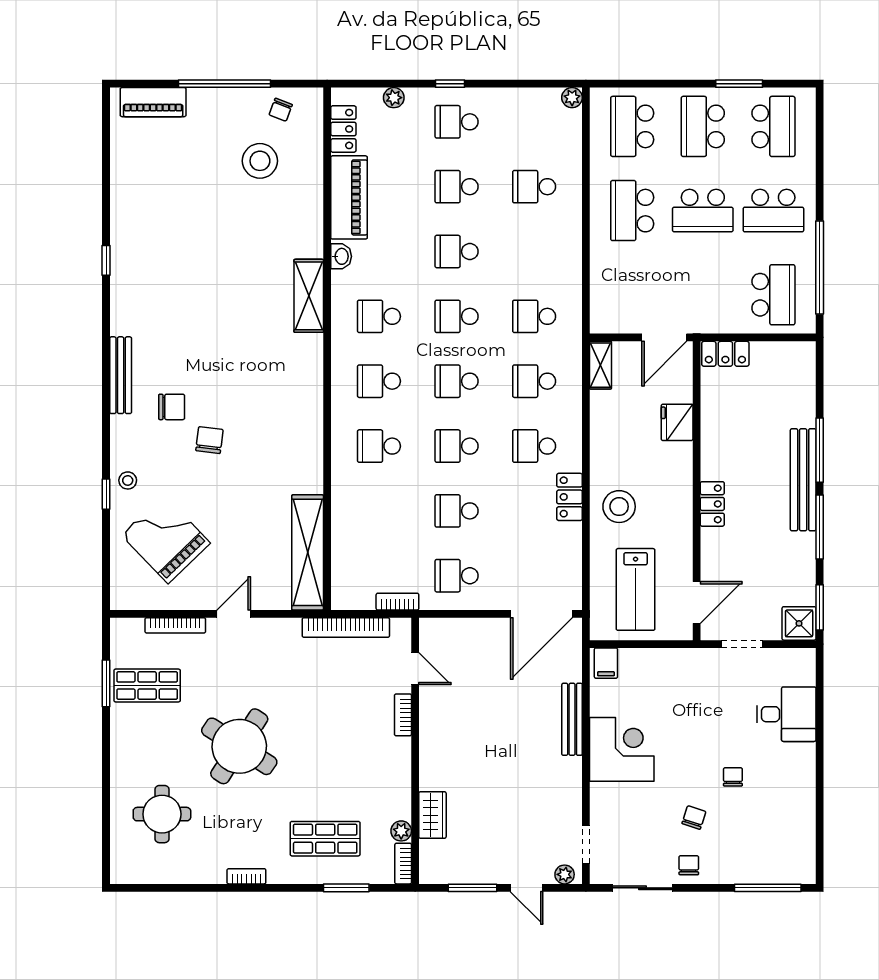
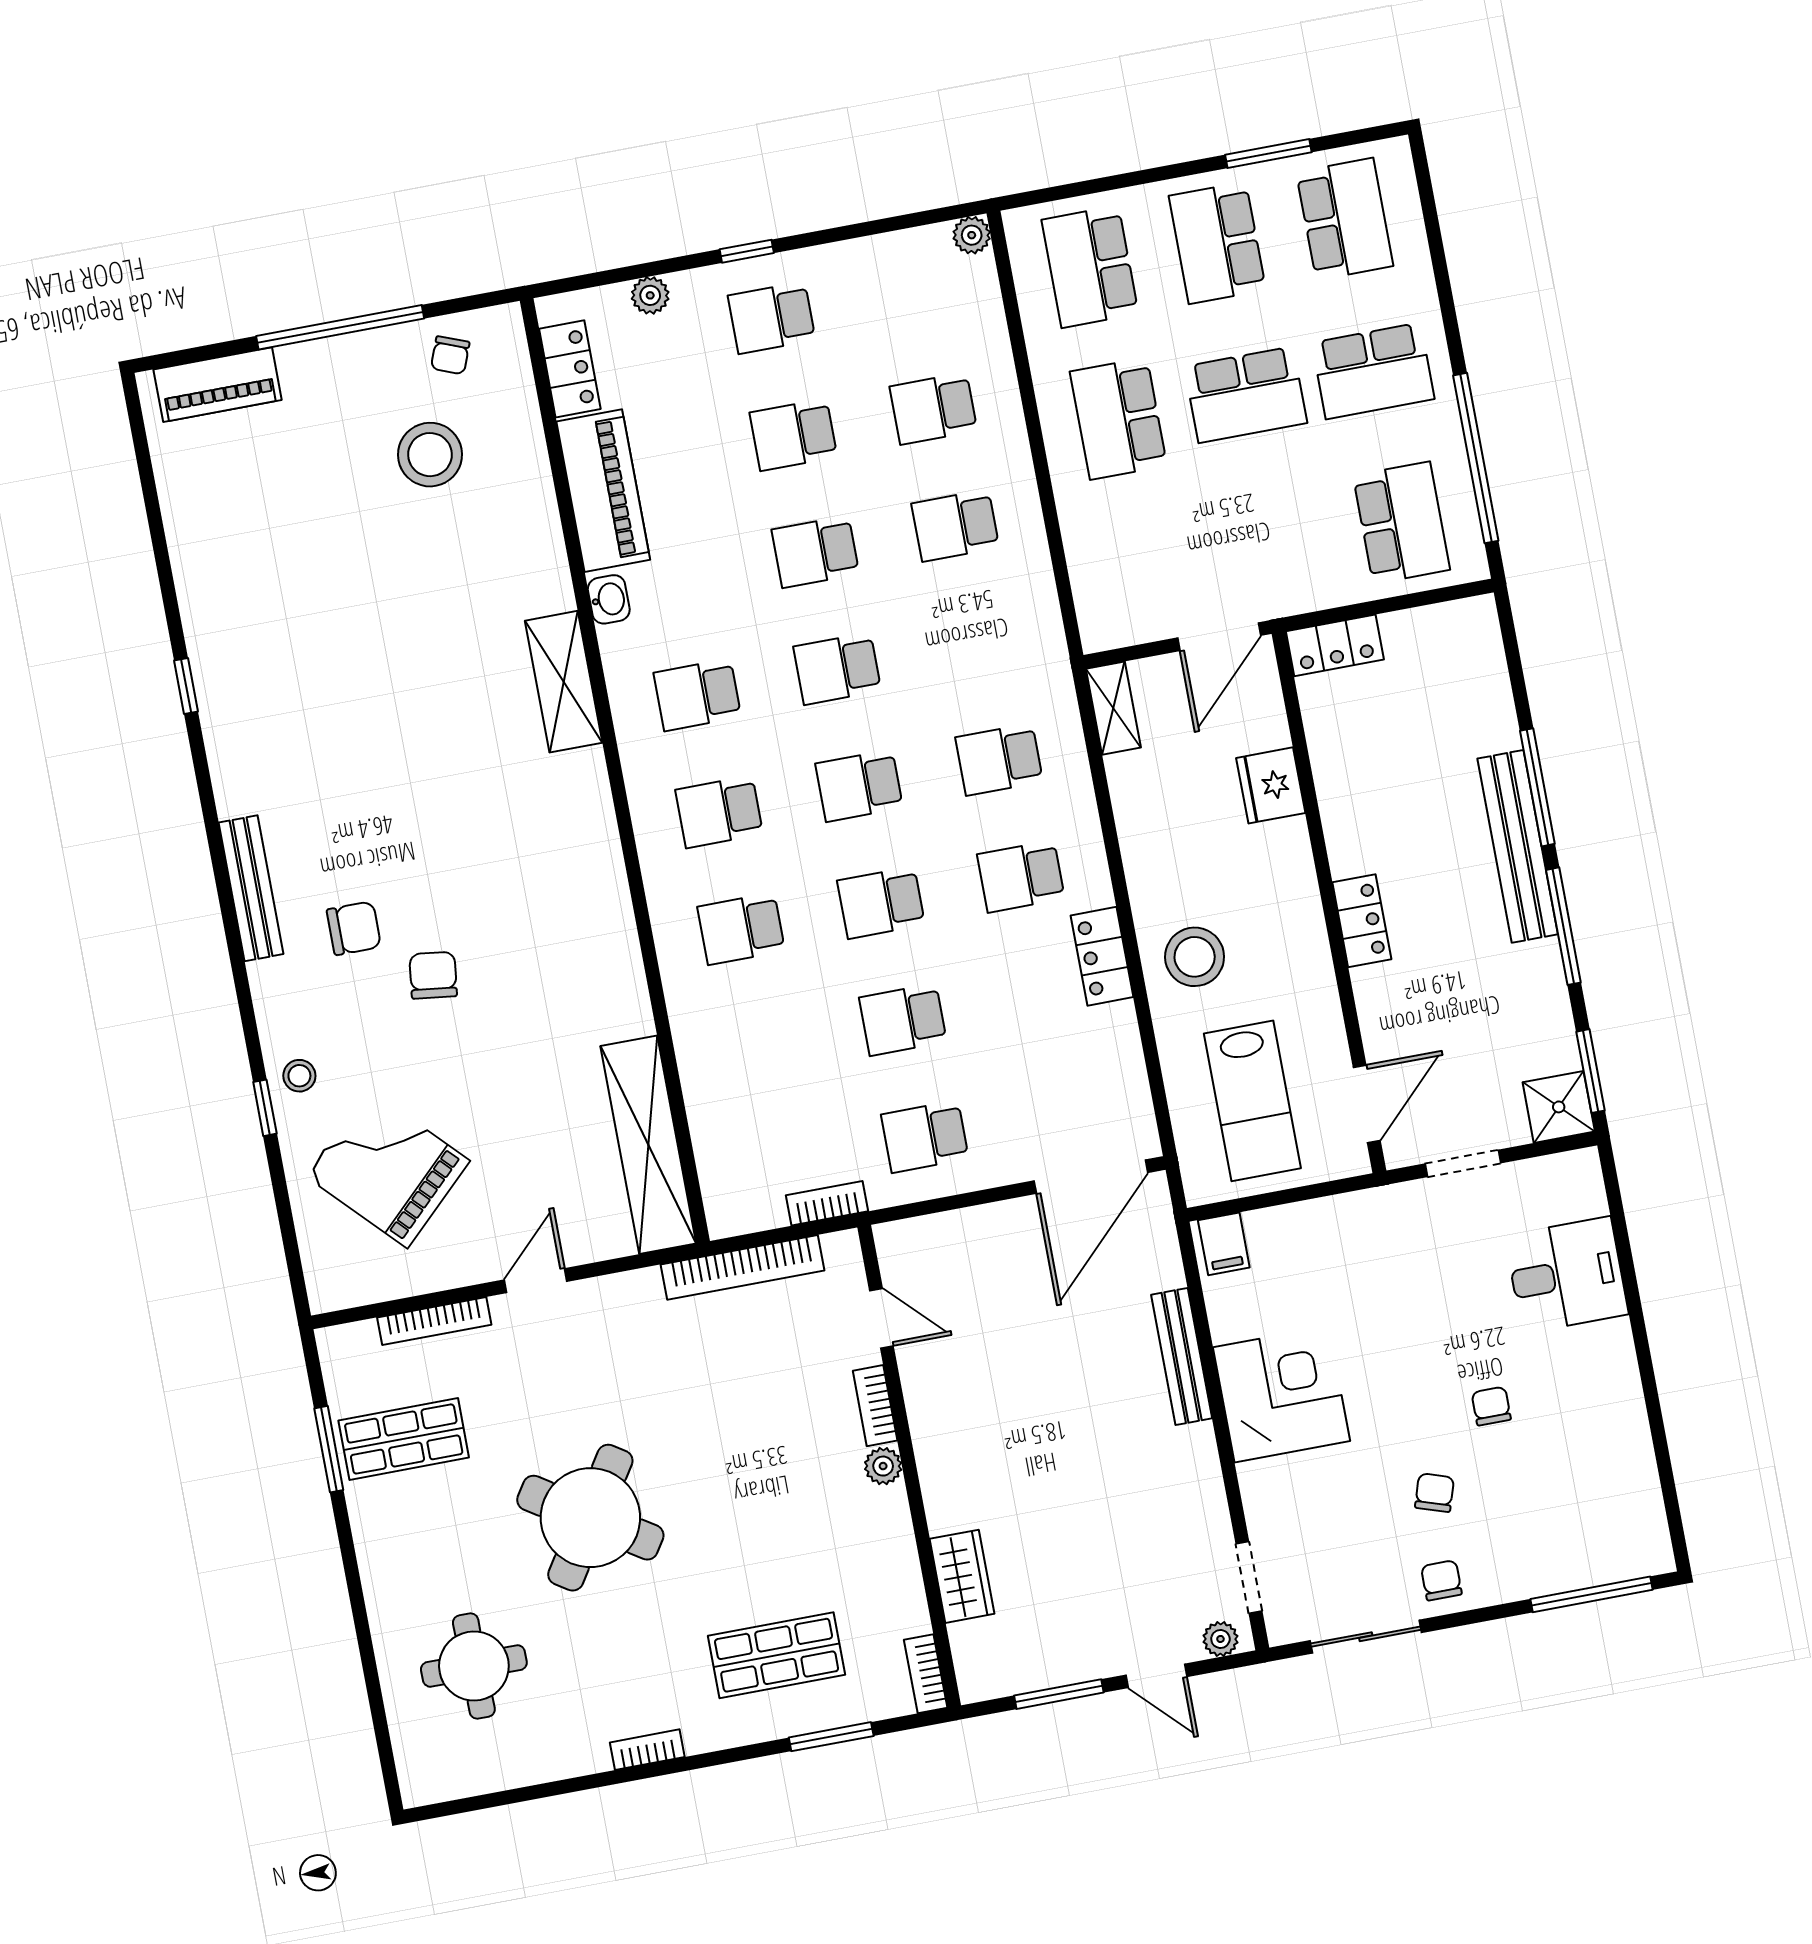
school desk: (534, 316) -> (955, 526), moved
plant: (401, 831) -> (883, 1466), moved

